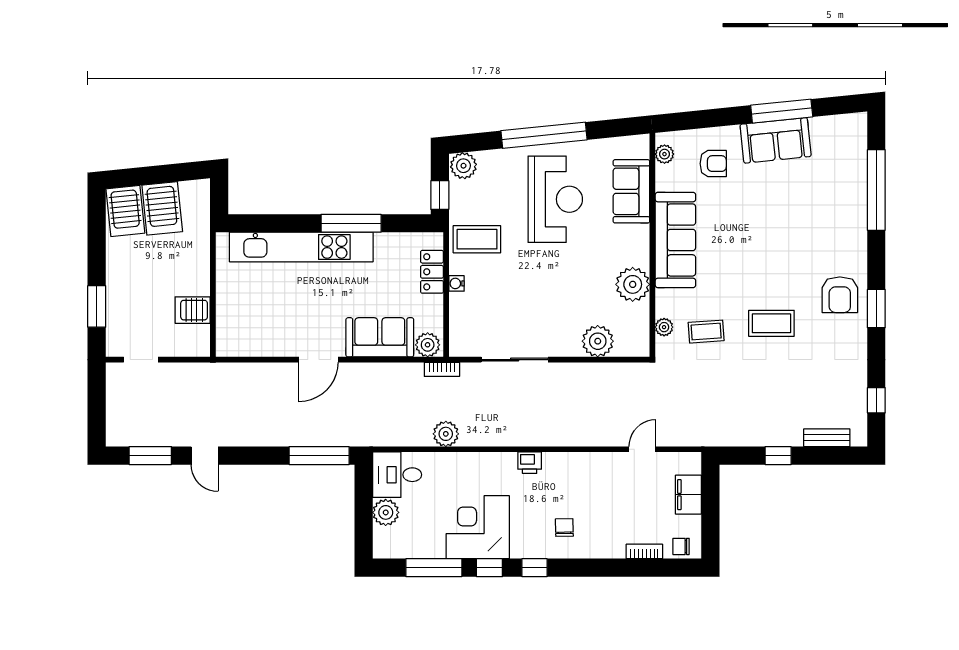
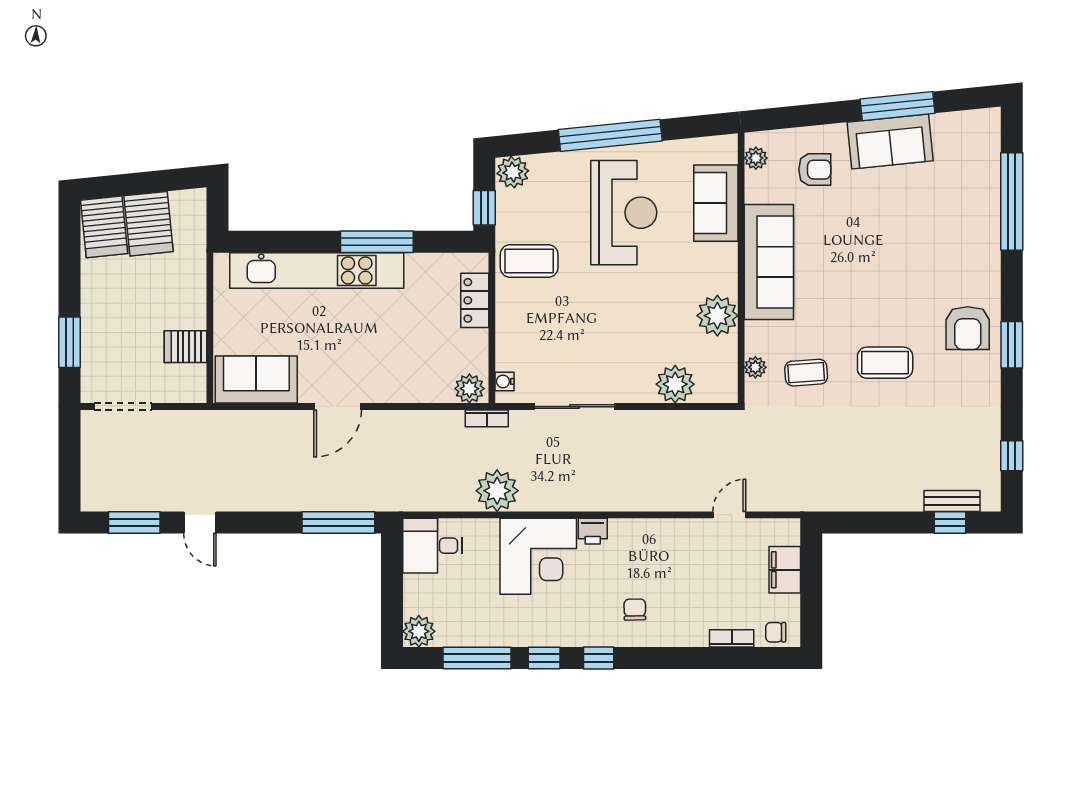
water cooler: (457, 283) -> (504, 381), moved
sofa: (380, 337) -> (256, 380), moved
doorway: (141, 360) -> (123, 407), width x1.38
plant: (446, 434) -> (497, 491), width x1.36, depth x1.36
window: (778, 456) -> (950, 523), moved
plant: (386, 512) -> (419, 631), moved
corner desk: (478, 527) -> (538, 556), moved, turned 180

